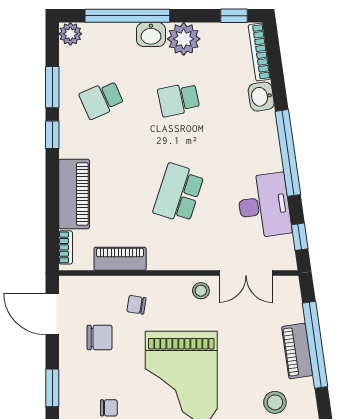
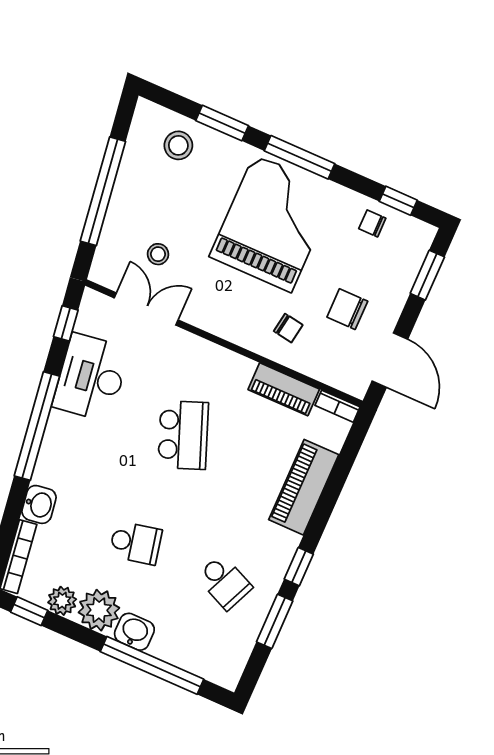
plant: (70, 34) -> (62, 601), moved
school desk: (102, 100) -> (224, 582), turned 48
school desk: (179, 193) -> (183, 435), turned -39
bookcase: (66, 247) -> (337, 406), moved, turned -90
stool: (201, 291) -> (158, 254), moved
piano: (297, 351) -> (127, 193), removed

